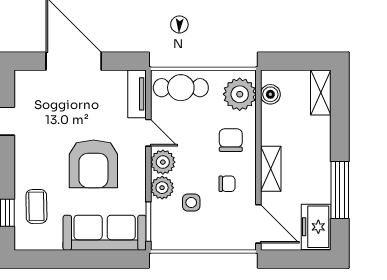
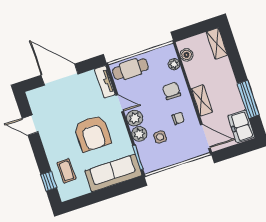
plant: (240, 94) -> (174, 64), width x0.53, depth x0.53

